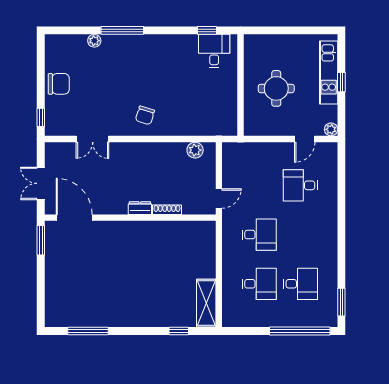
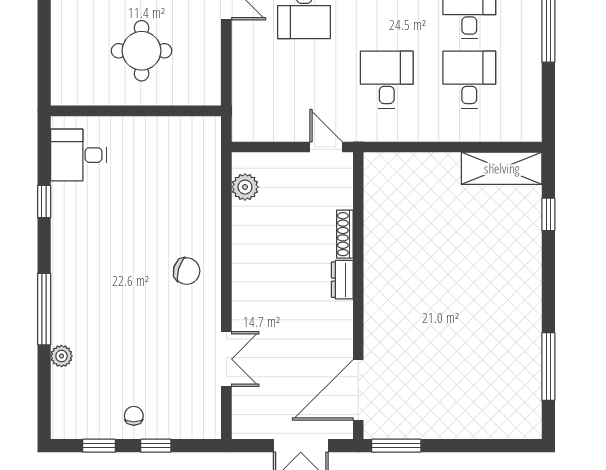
window: (207, 30) -> (44, 201), moved
window: (41, 63) -> (99, 446), added
chair: (59, 84) -> (134, 416), width x0.54, depth x0.54
window: (41, 117) -> (156, 446), moved

